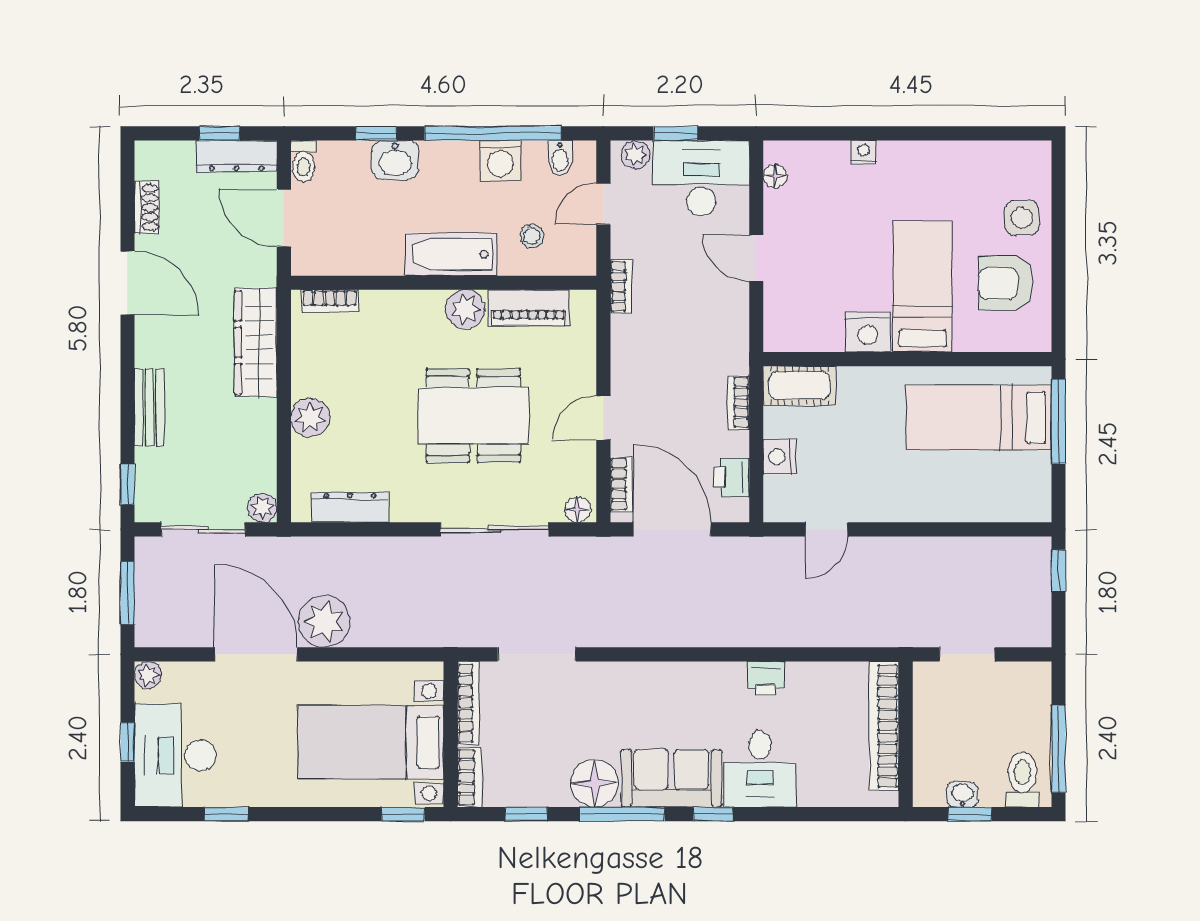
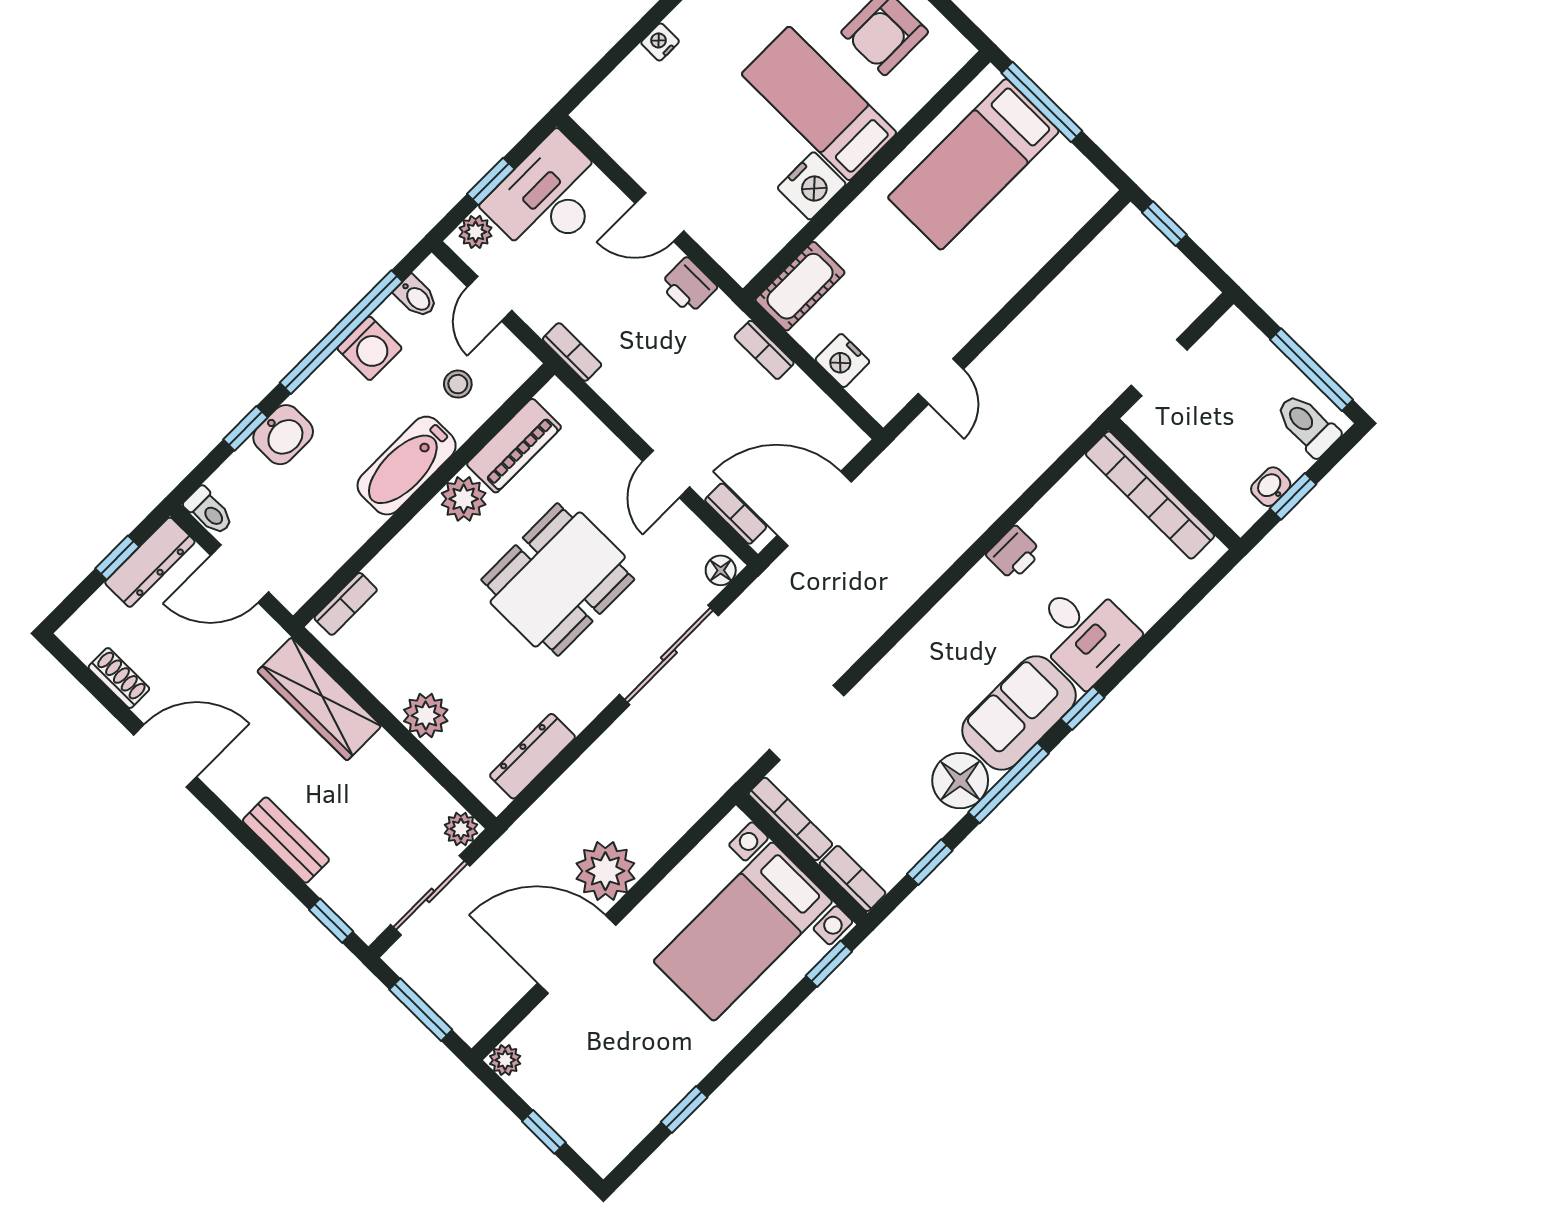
floor lamp: (775, 176) -> (607, 134), removed
printer: (732, 477) -> (688, 286), moved
desk: (175, 755) -> (594, 1104), removed

